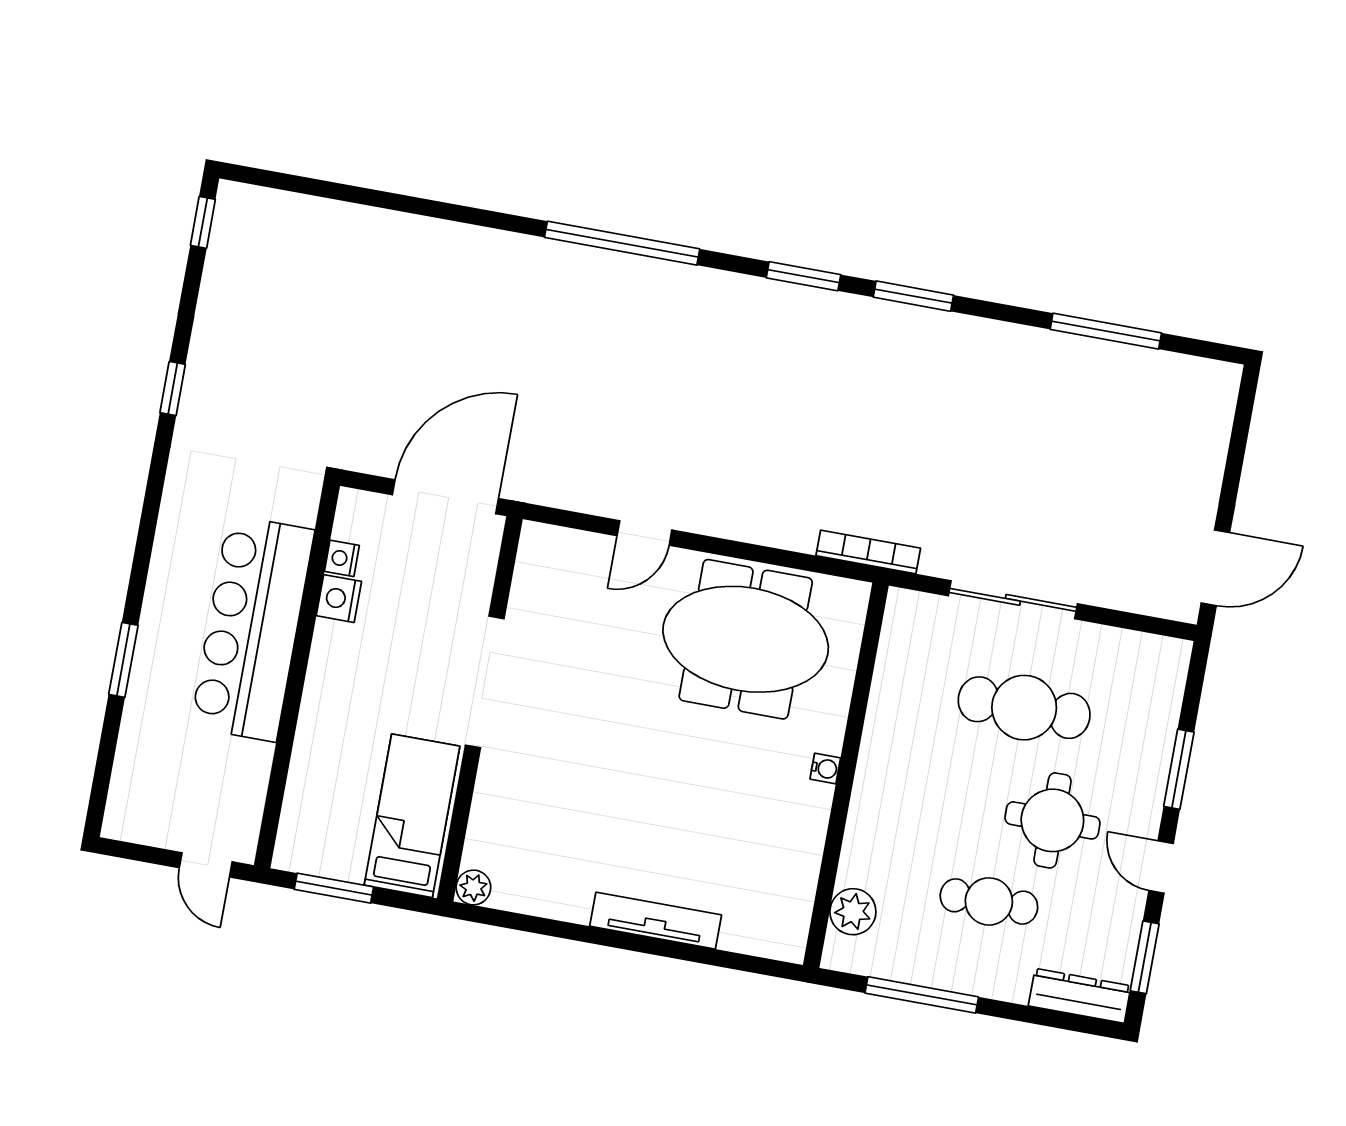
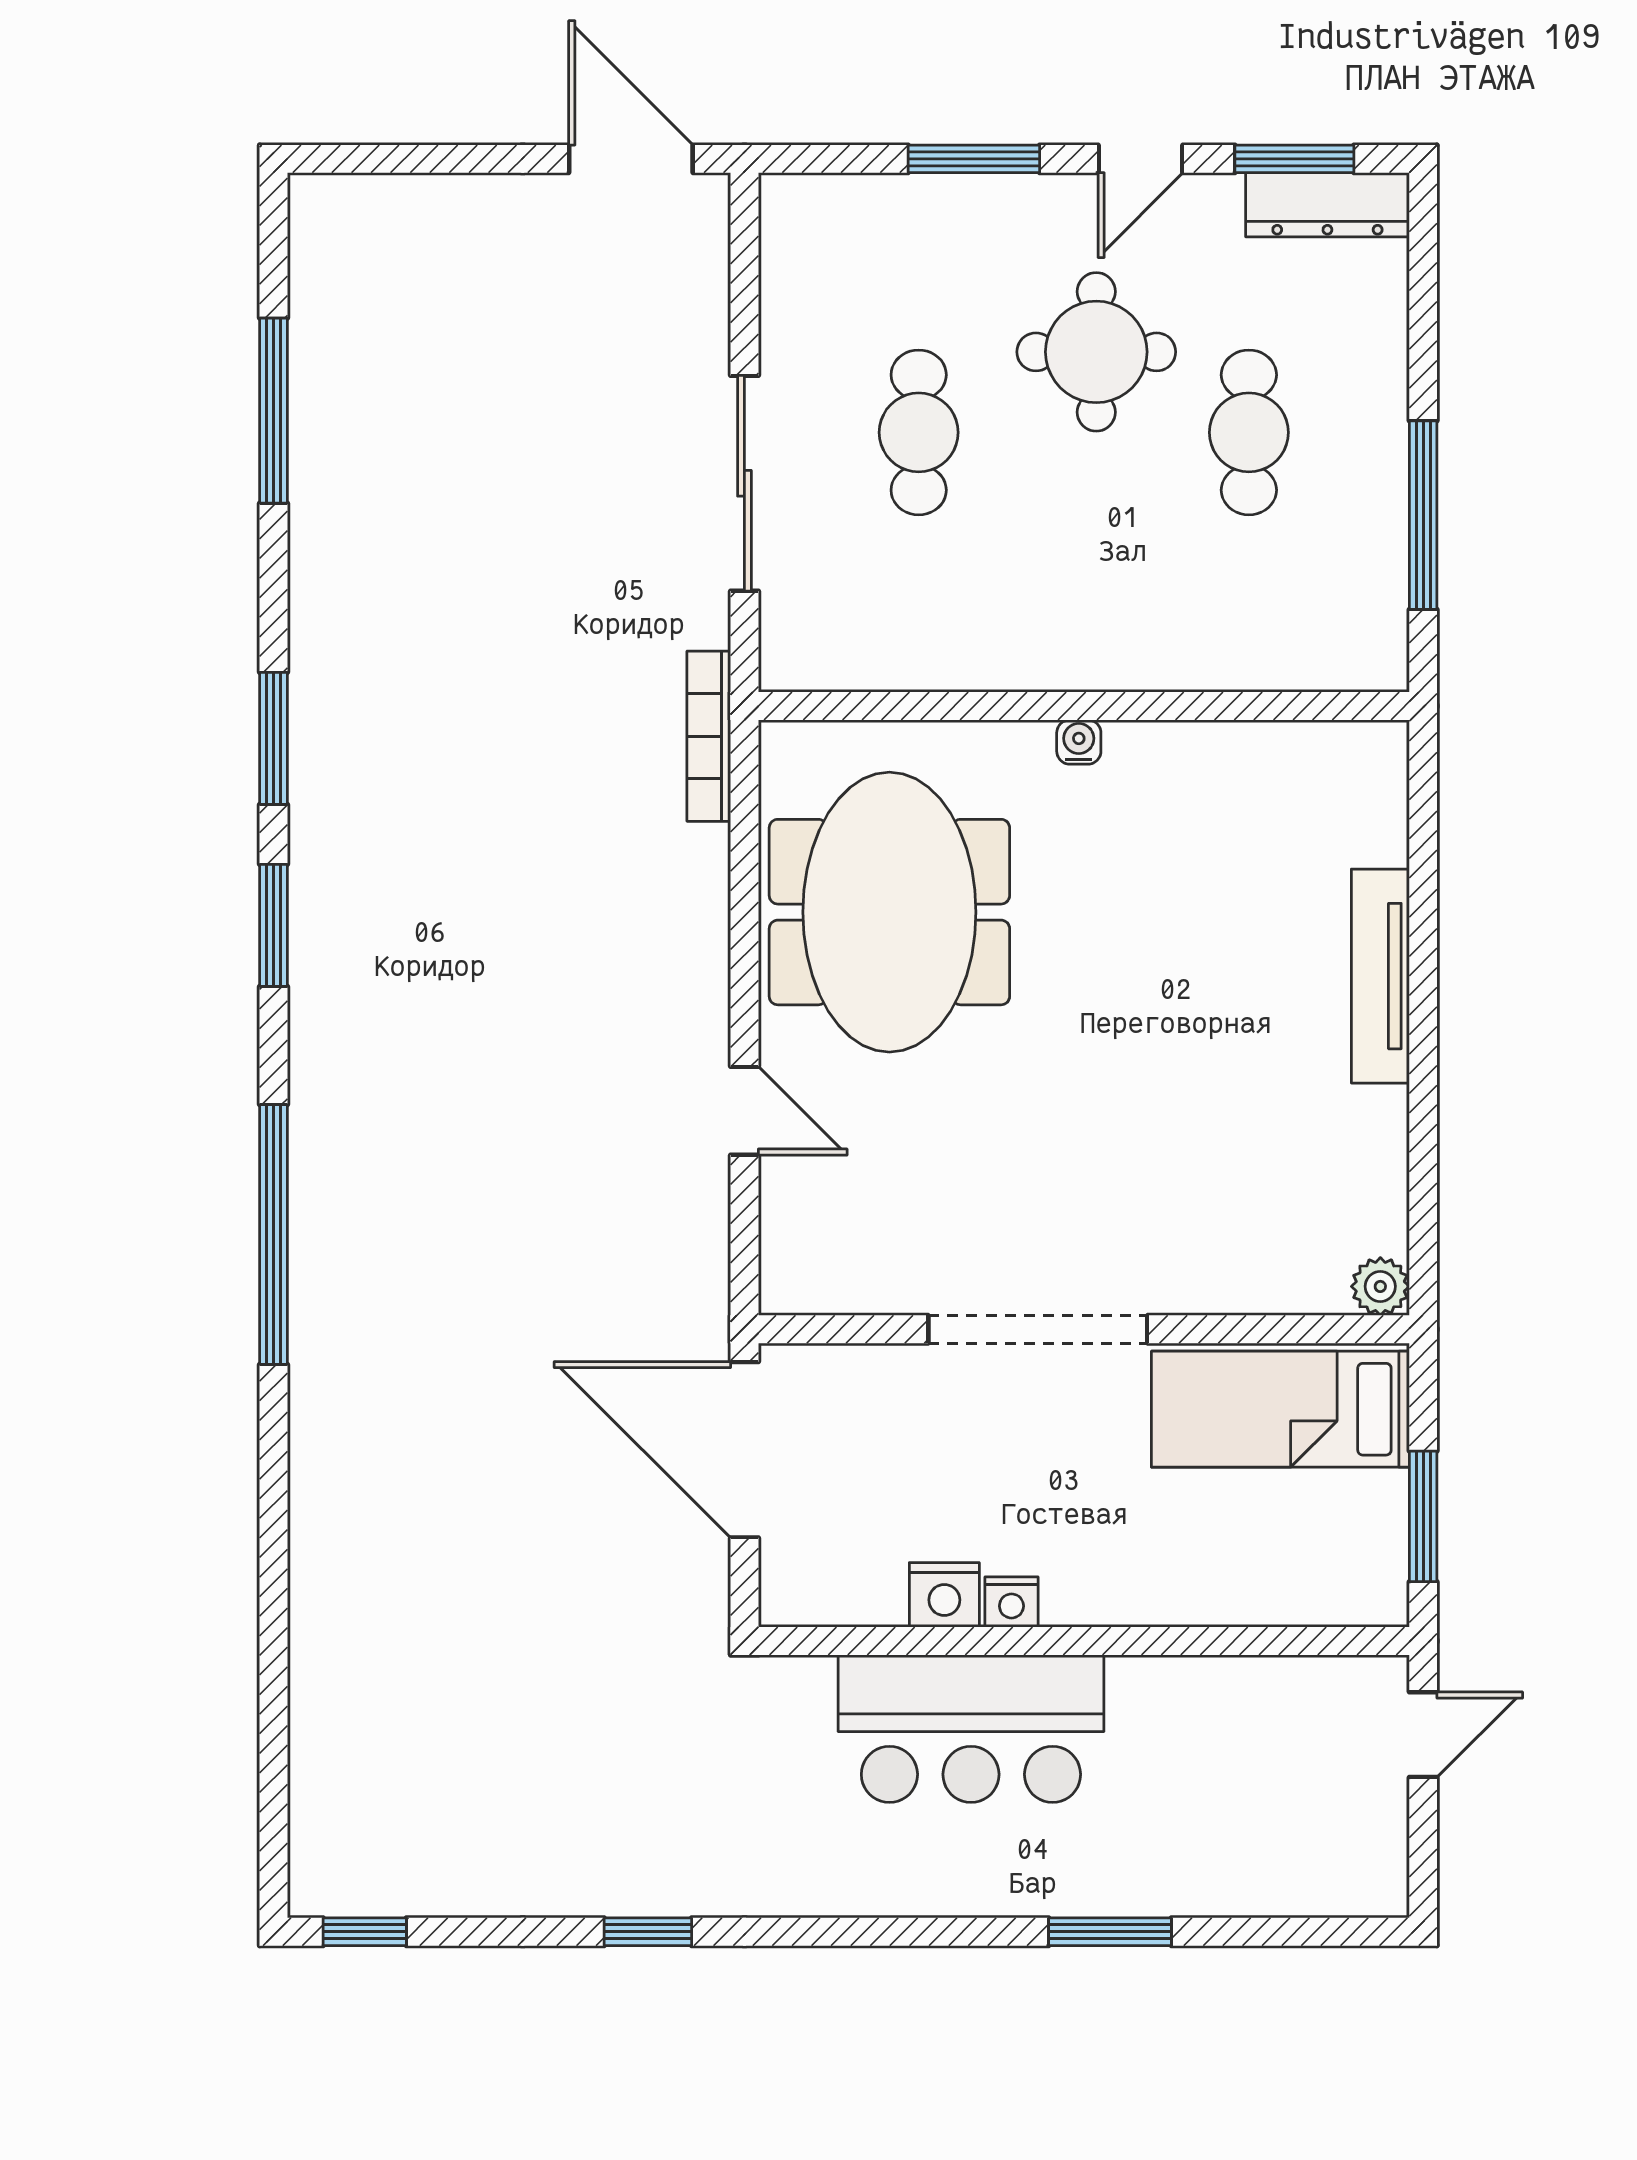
nightstand: (342, 558) -> (1011, 1602), moved
bar counter: (252, 628) -> (971, 1729), width x0.73
cafe table: (1024, 708) -> (919, 432), width x0.73, depth x0.74
plant: (853, 912) -> (1307, 654), removed
dresser: (1080, 996) -> (1327, 205), moved, turned -90

